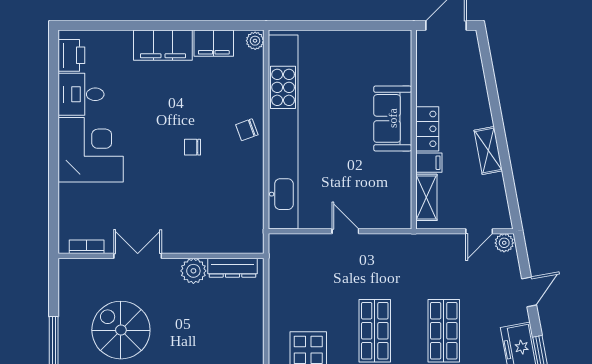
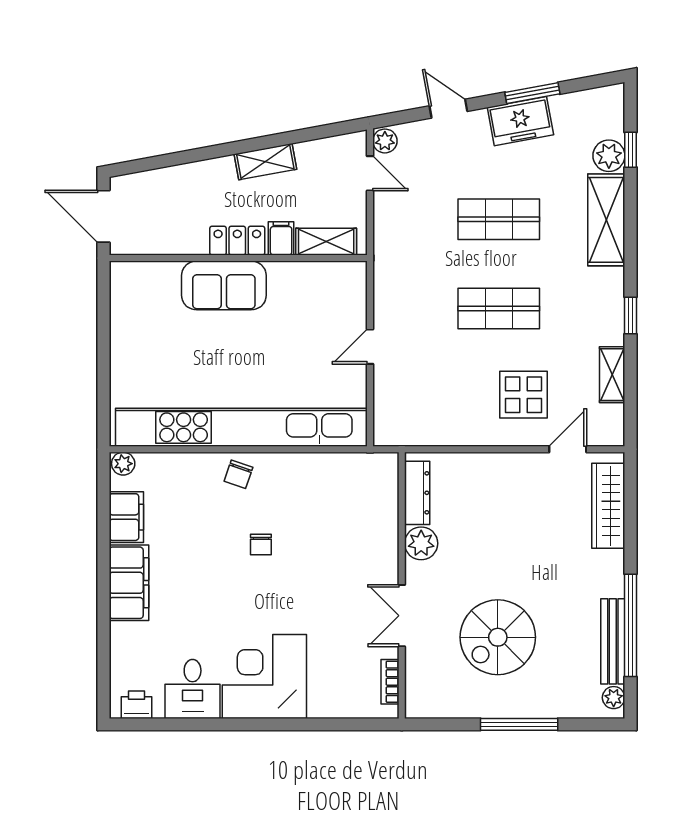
printer: (71, 55) -> (137, 705), width x0.73, depth x0.81
chair: (247, 130) -> (238, 474), turned 39

